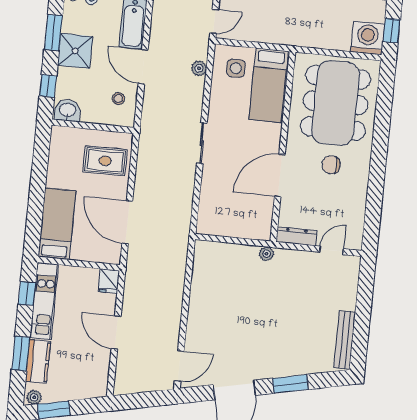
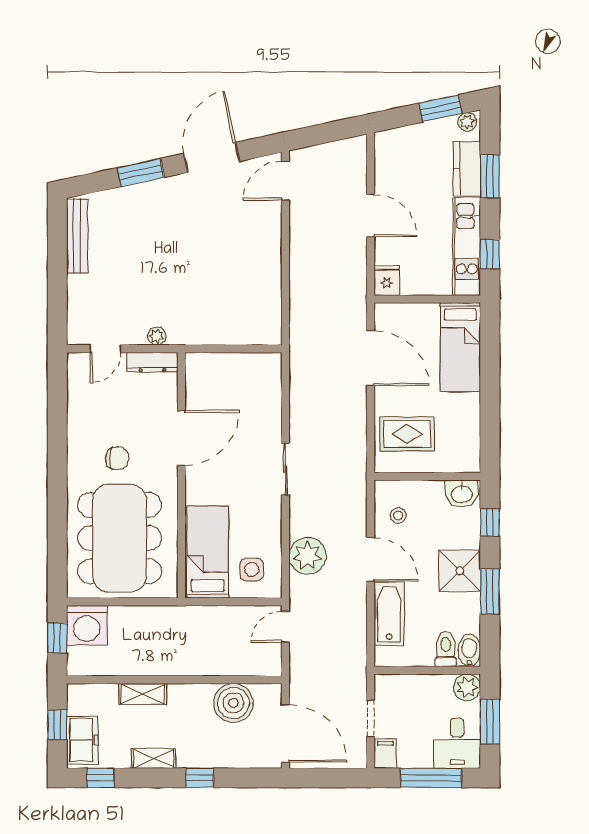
plant: (199, 68) -> (308, 556), width x1.88, depth x1.88
plant: (266, 254) -> (157, 336), moved

